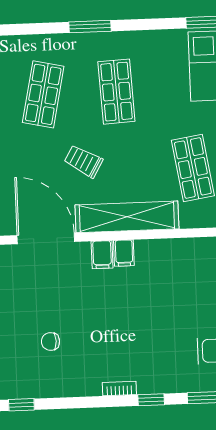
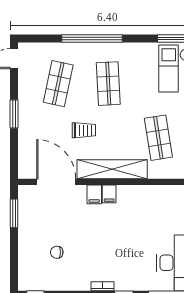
window: (90, 27) -> (92, 39), width x2.11
trolley: (83, 161) -> (84, 130), turned 150

